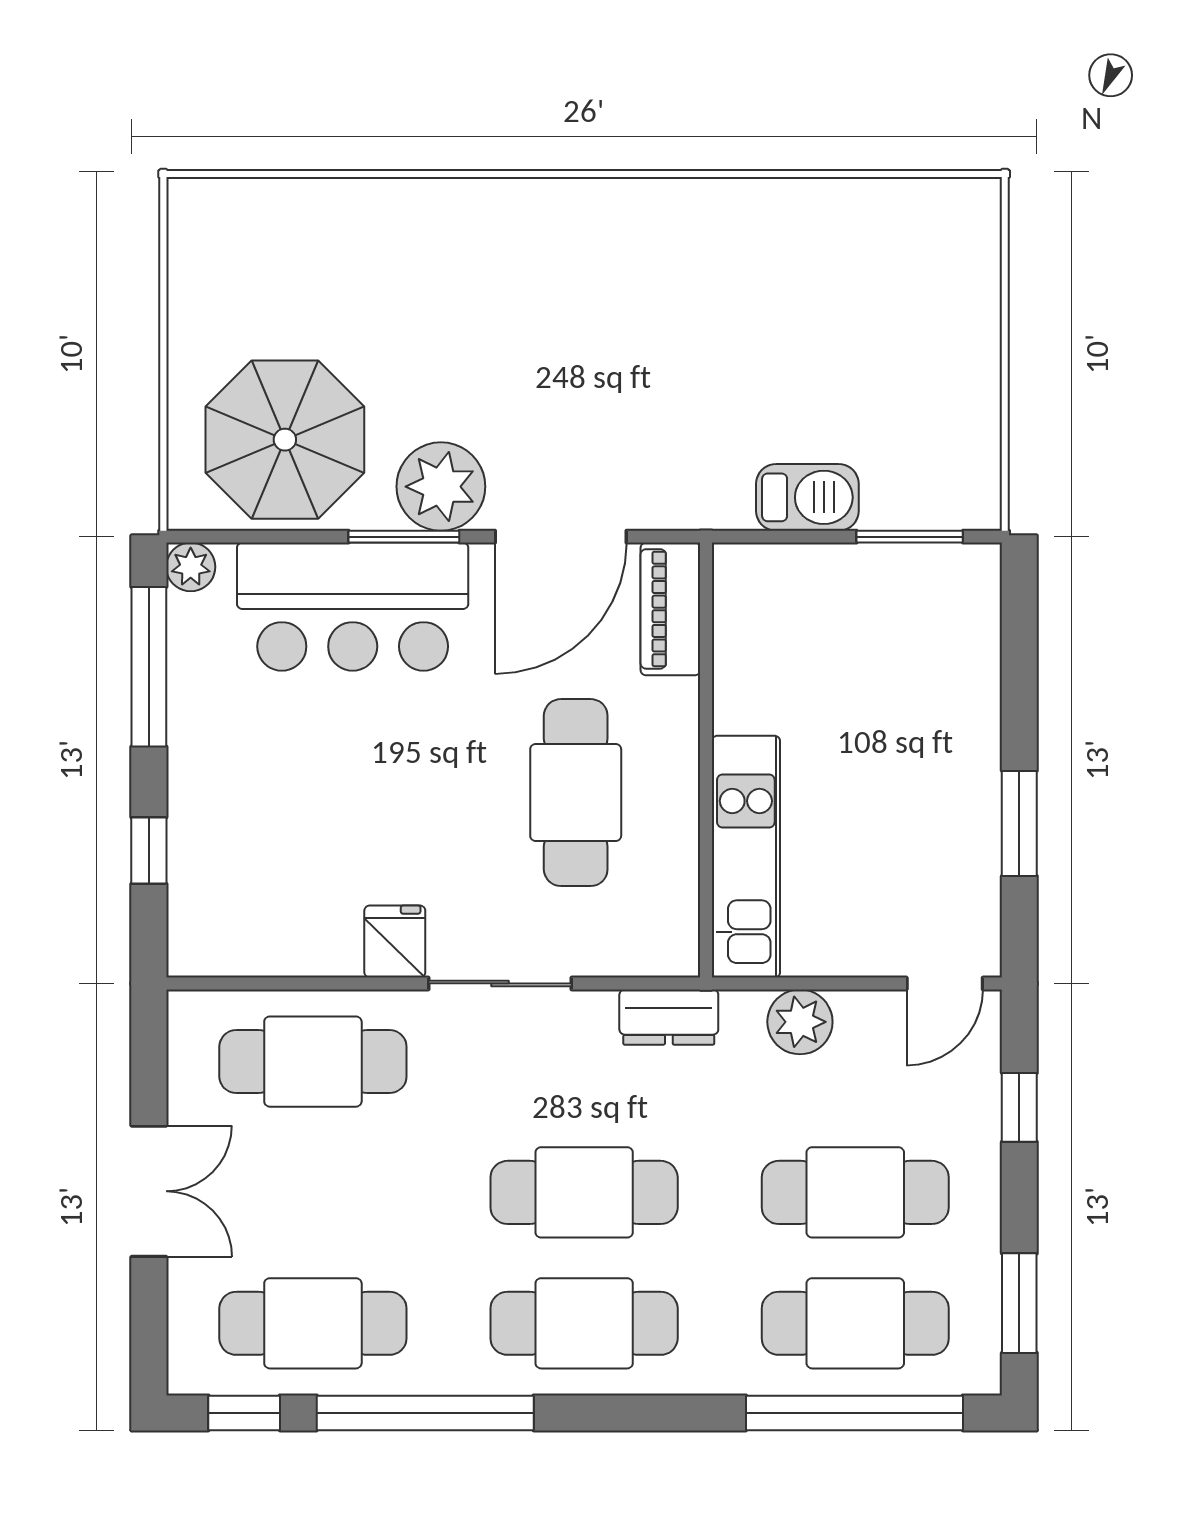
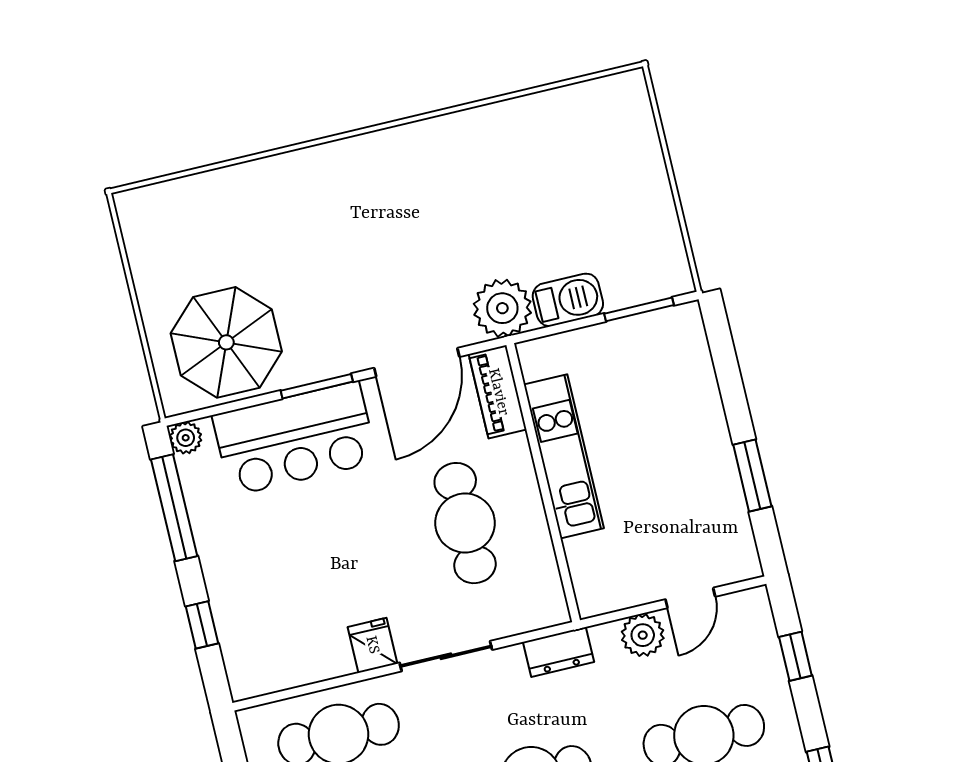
plant: (441, 487) -> (502, 308), moved
kitchen unit: (746, 857) -> (564, 456), moved
door: (945, 983) -> (690, 598), moved

